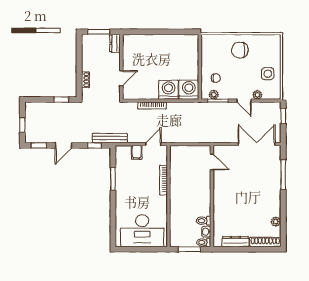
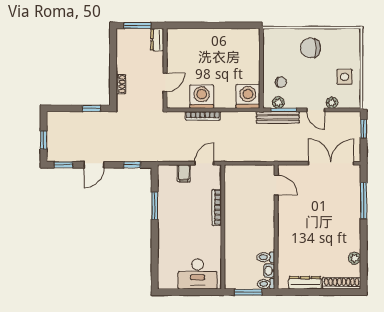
washing machine: (168, 90) -> (202, 97), moved
bench: (110, 138) -> (278, 117), moved
desk: (142, 231) -> (198, 274), width x0.73, depth x0.77

